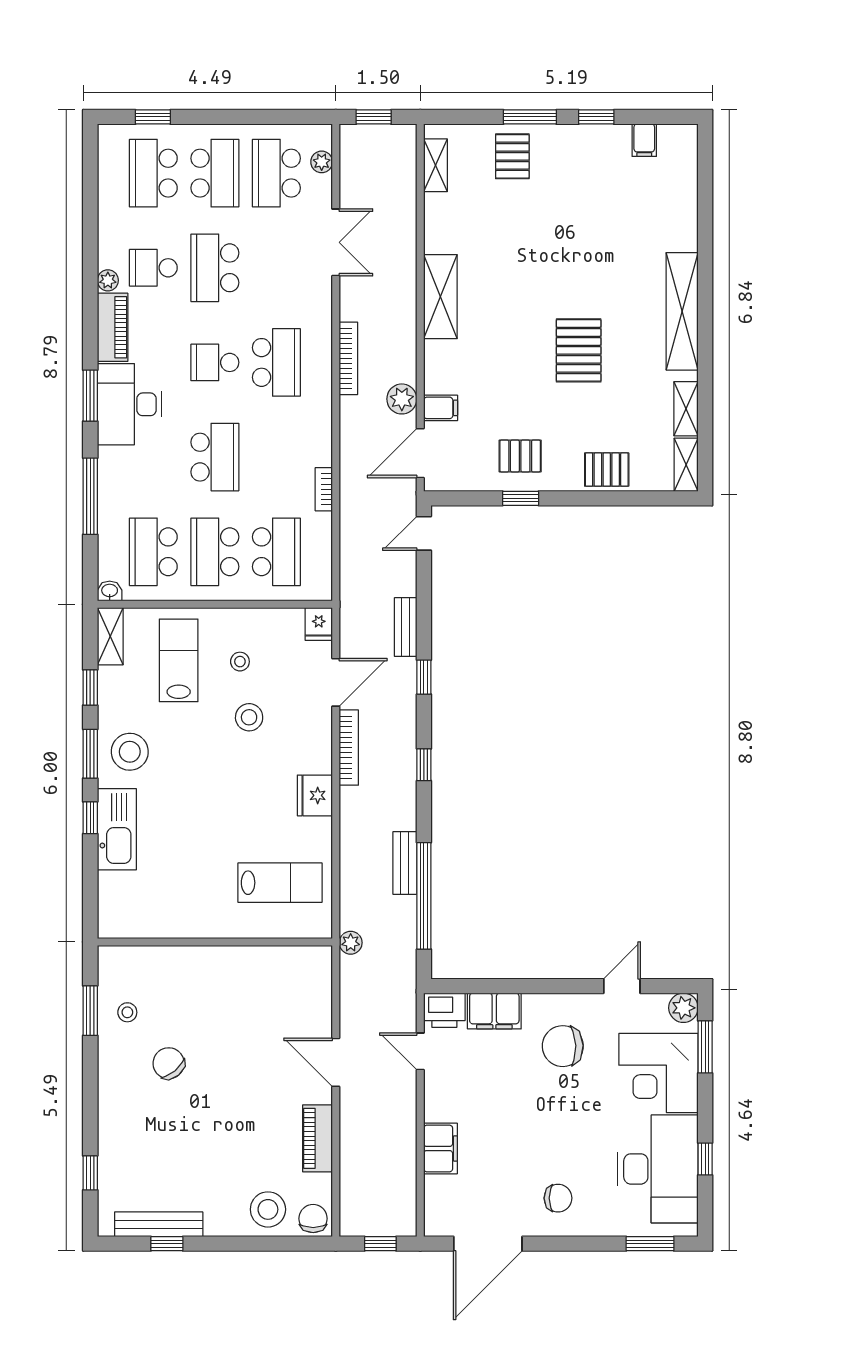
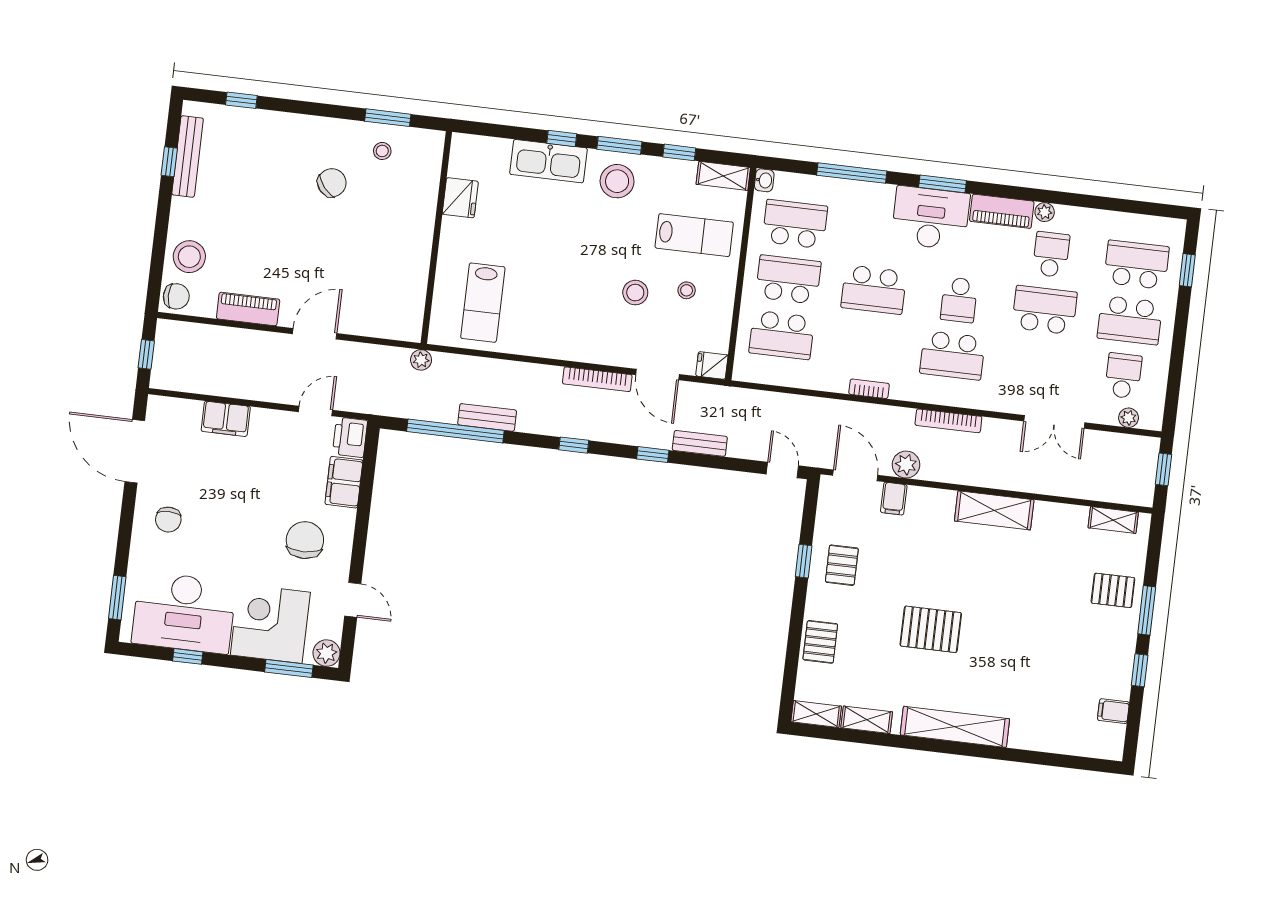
school desk: (276, 173) -> (1123, 376), width x0.54
school desk: (215, 362) -> (959, 300), turned 180
bookcase: (324, 489) -> (869, 389), moved
fridge: (315, 795) -> (460, 198), moved, turned 90

